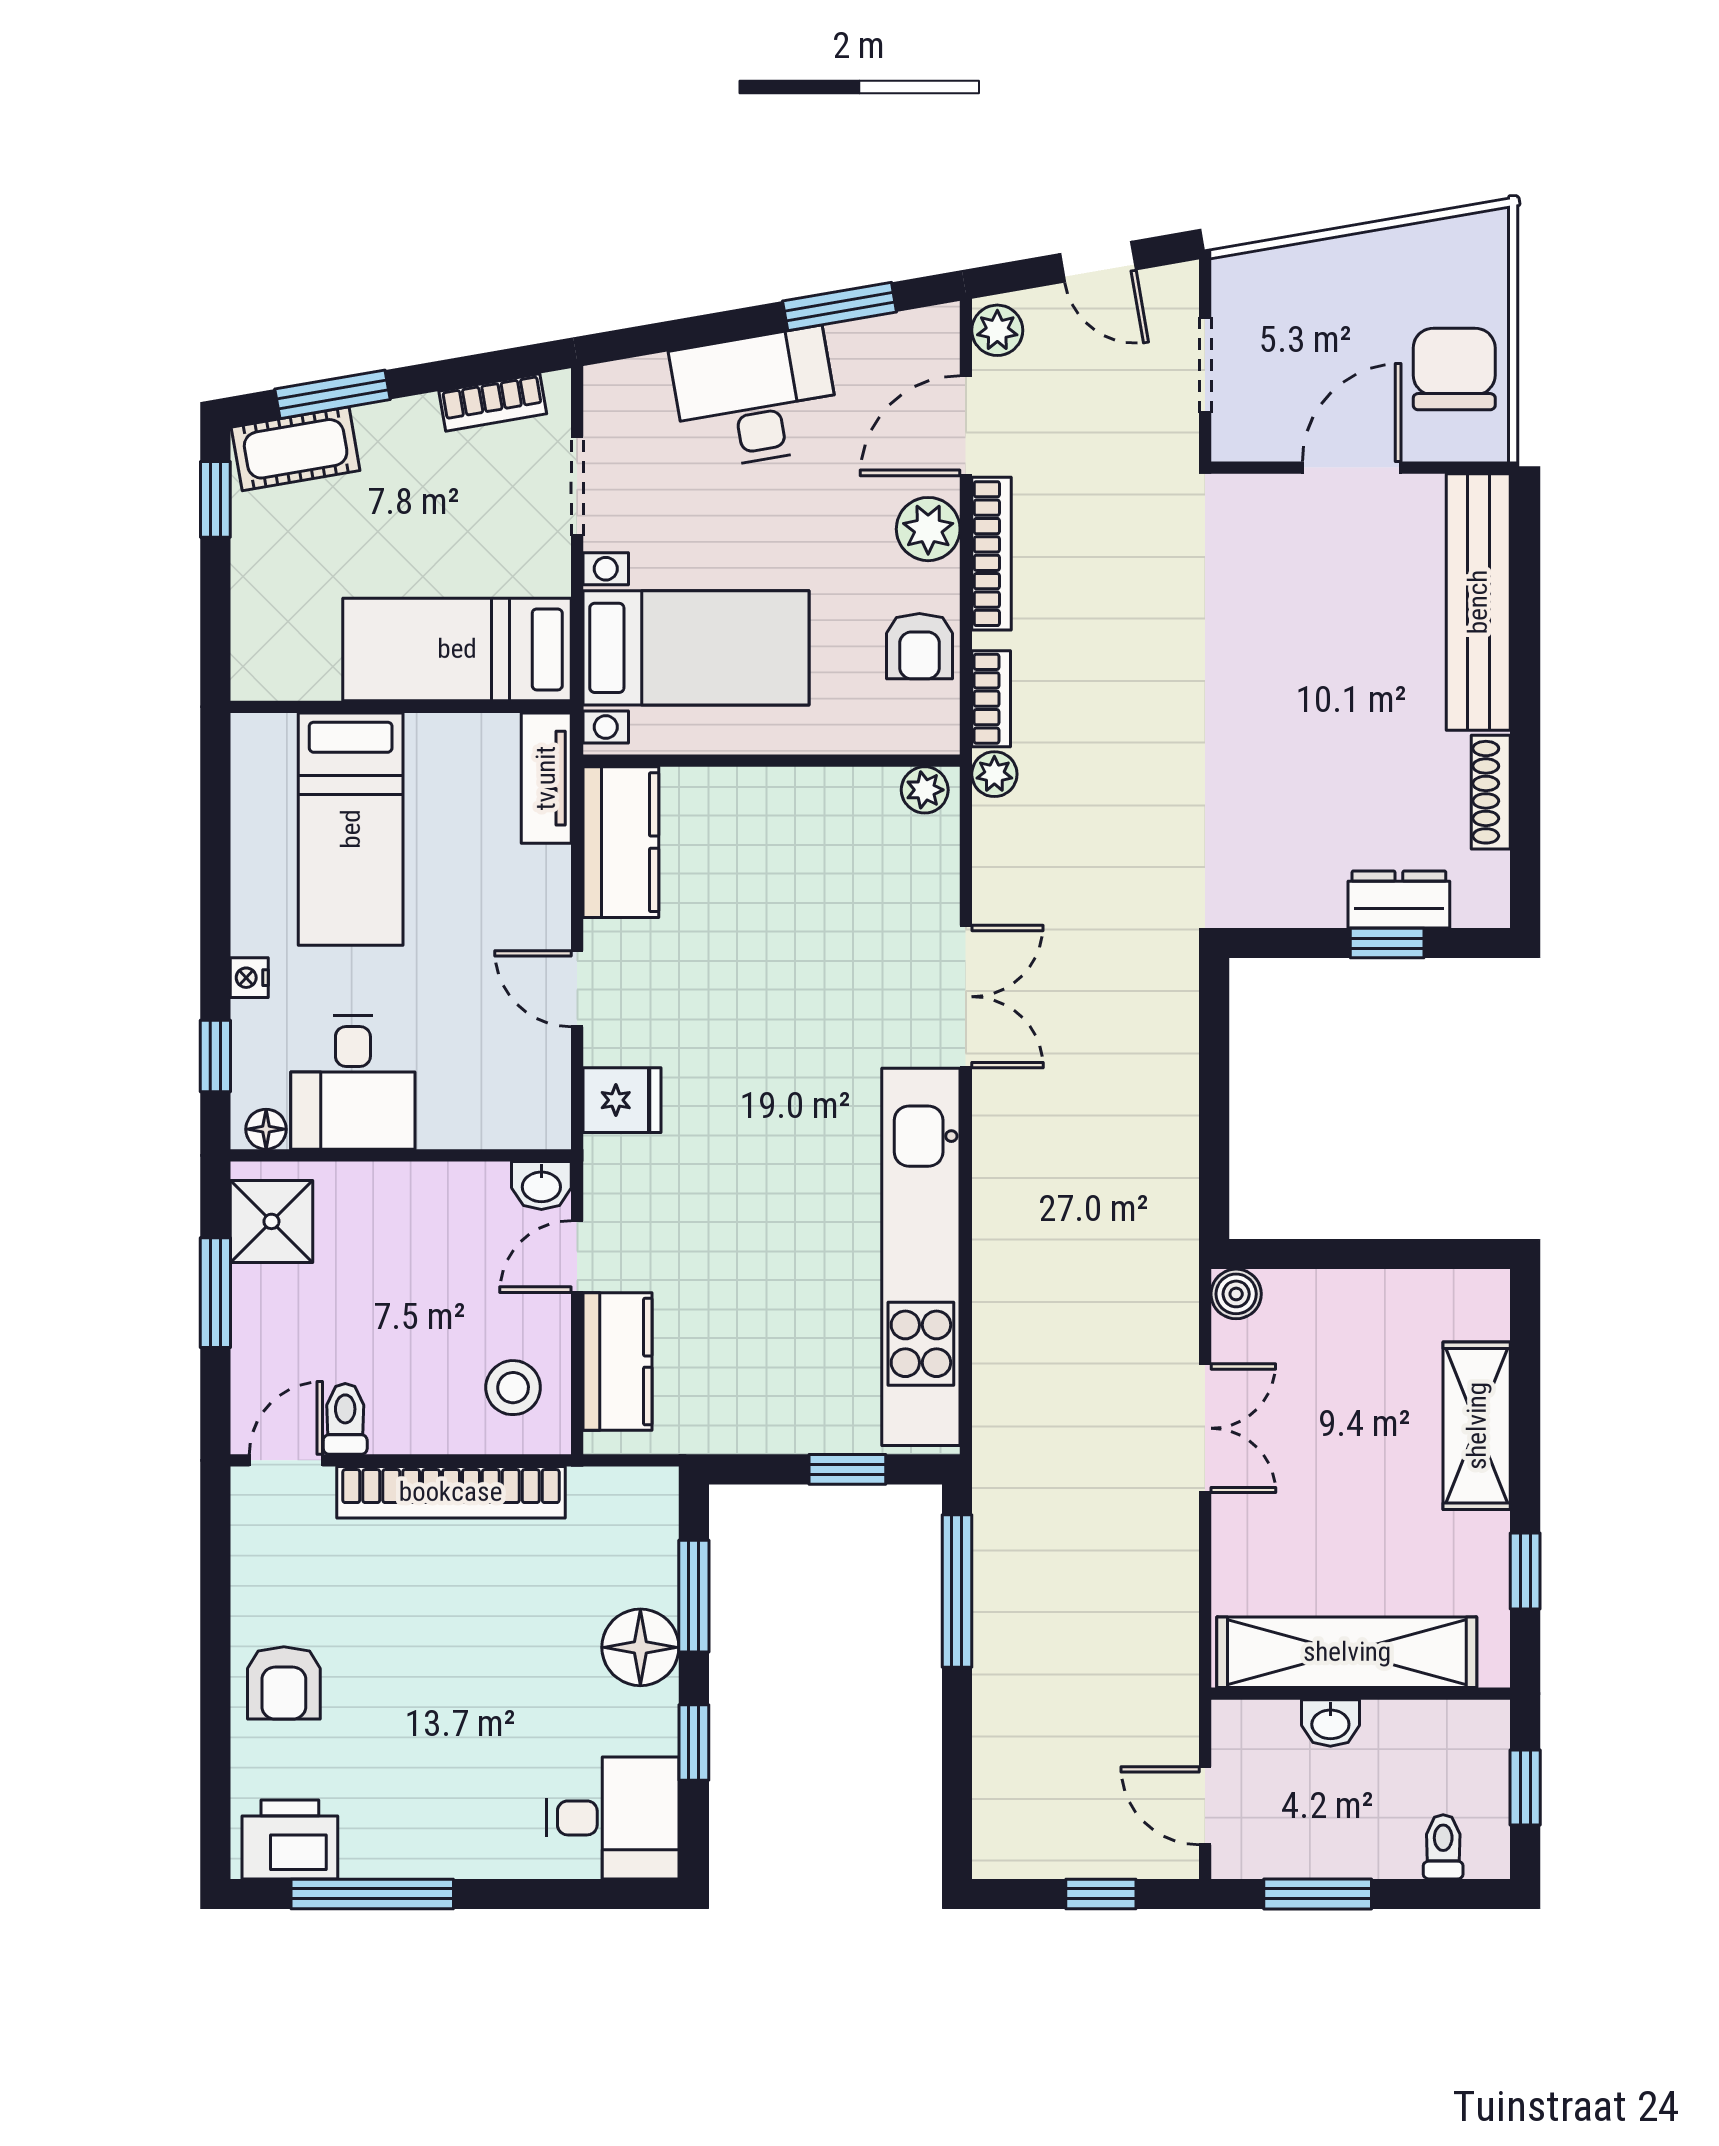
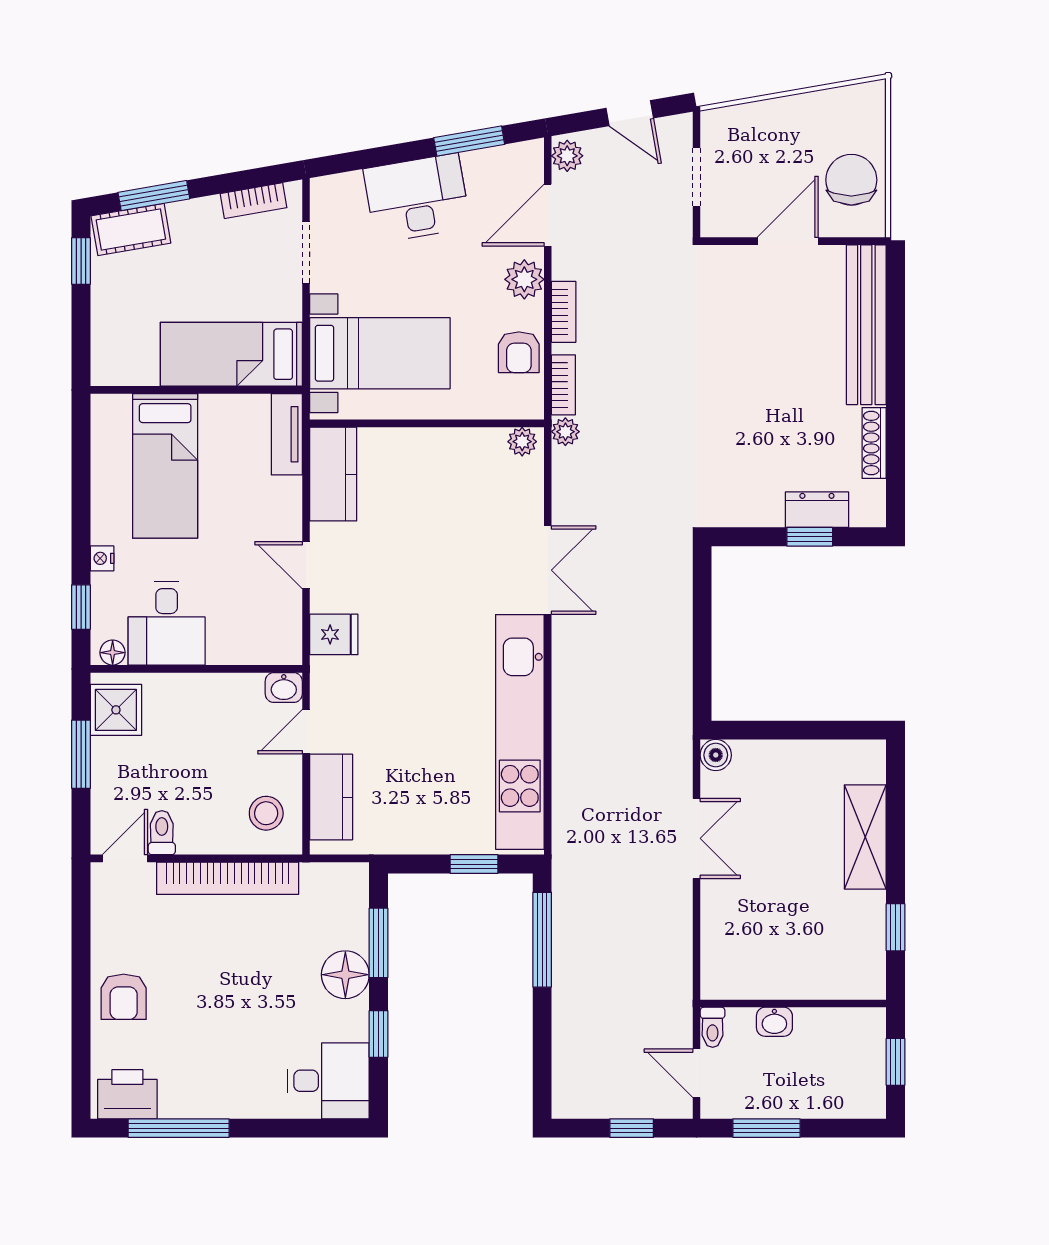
bookcase: (992, 554) -> (564, 312), width x0.64
shelving: (1347, 1652) -> (785, 978), removed
toilet: (1443, 1847) -> (713, 1027), moved, turned 180

